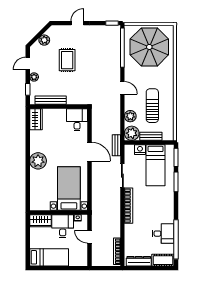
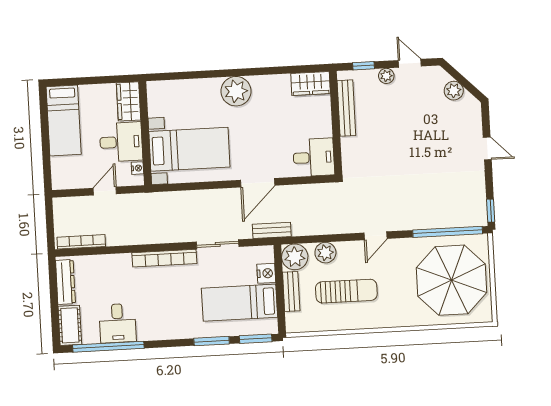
rug: (67, 60) -> (420, 134), removed

